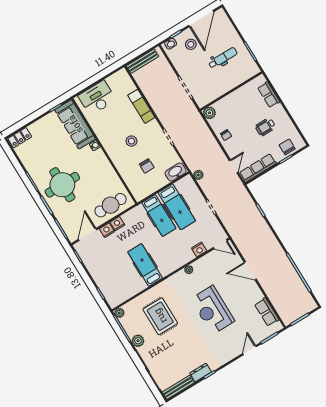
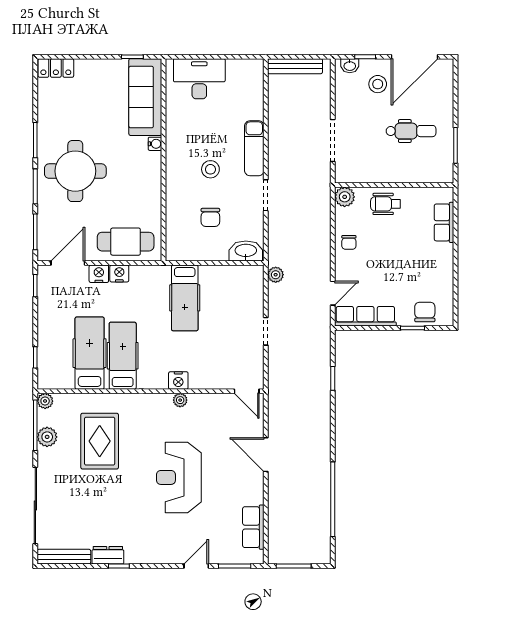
exam couch: (141, 106) -> (254, 148), moved
wheelchair: (265, 127) -> (386, 204), moved
hospital bed: (177, 207) -> (90, 353), moved, turned 180
nightstand: (199, 249) -> (178, 381), moved
plant: (138, 341) -> (47, 437), moved

